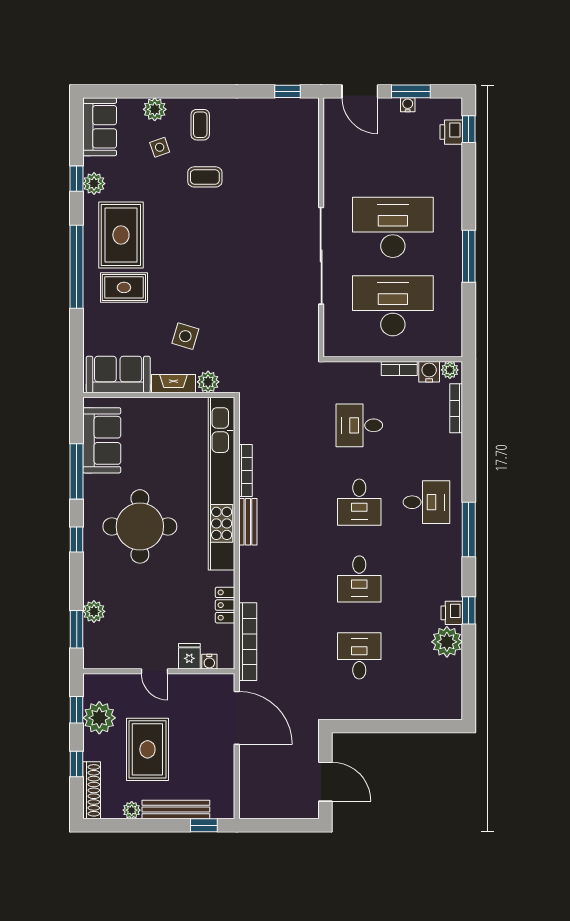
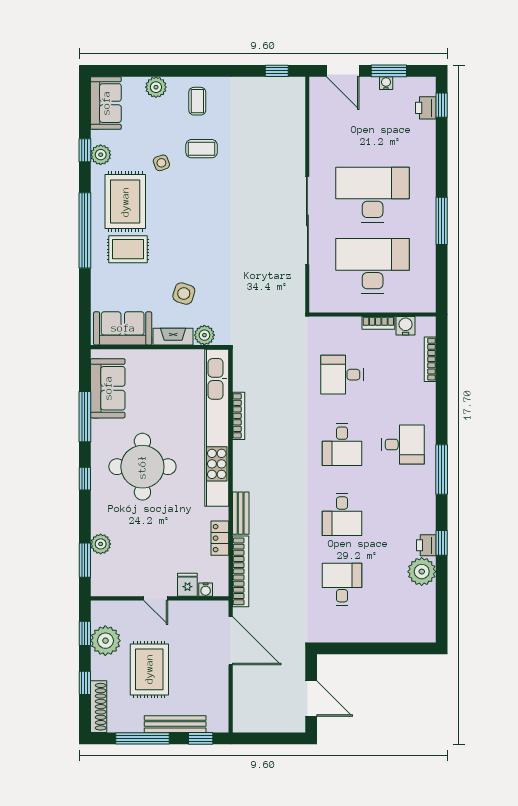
side table: (160, 147) -> (161, 163), moved
plant: (450, 370) -> (424, 324), removed
bench: (248, 522) -> (241, 513), moved
plant: (132, 810) -> (135, 725), removed
window: (140, 825) -> (142, 738), added

